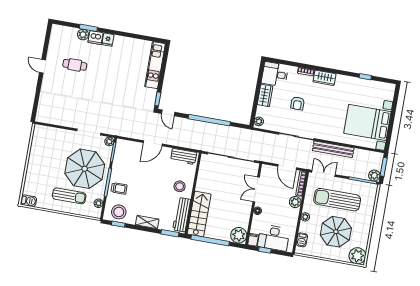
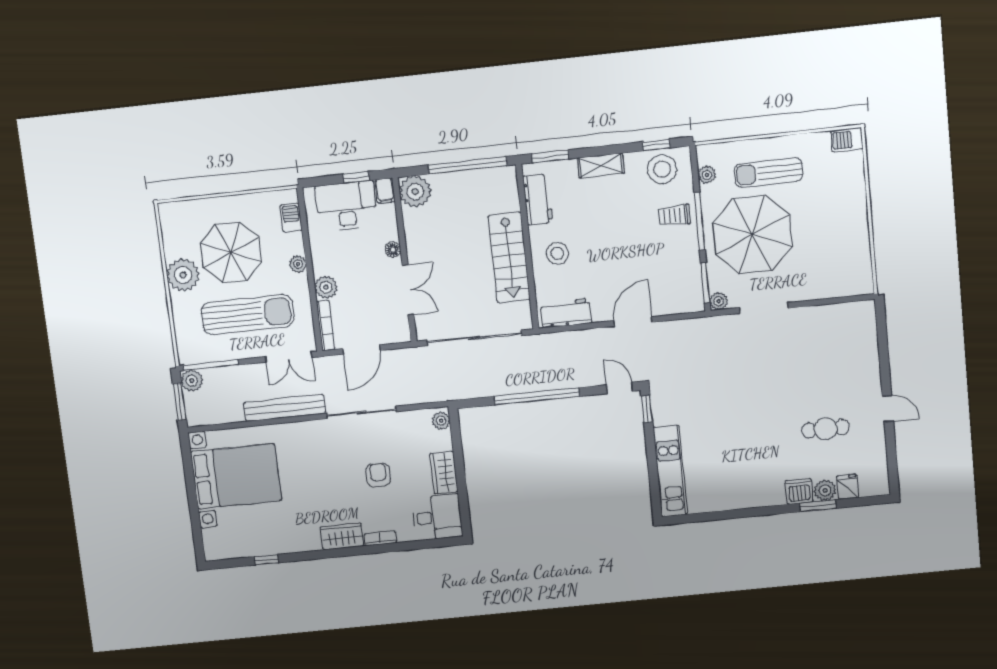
fridge: (108, 40) -> (848, 487), moved
door: (287, 167) -> (361, 350), swing flipped
stairs: (199, 214) -> (509, 257), moved
workbench: (182, 215) -> (538, 199), width x0.73
plant: (357, 256) -> (183, 275), moved

